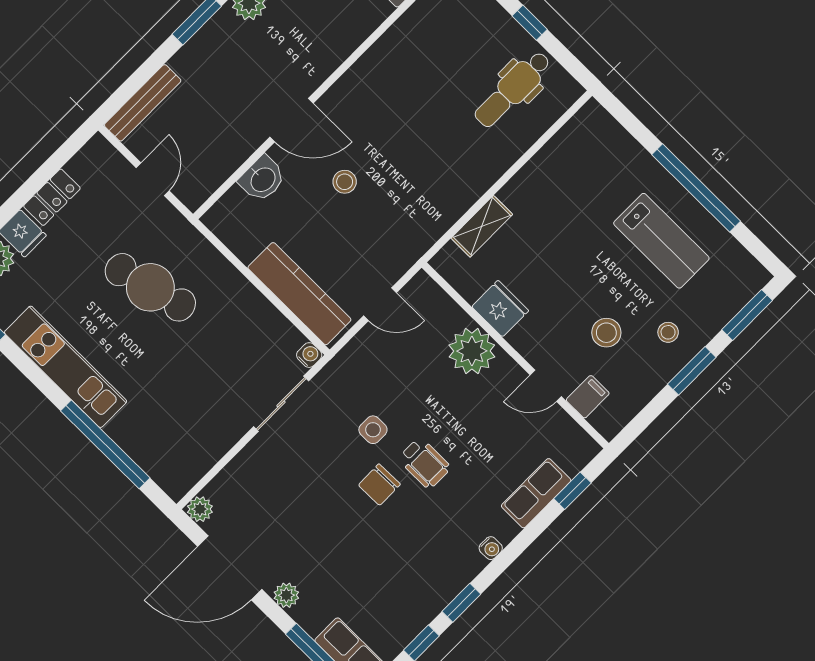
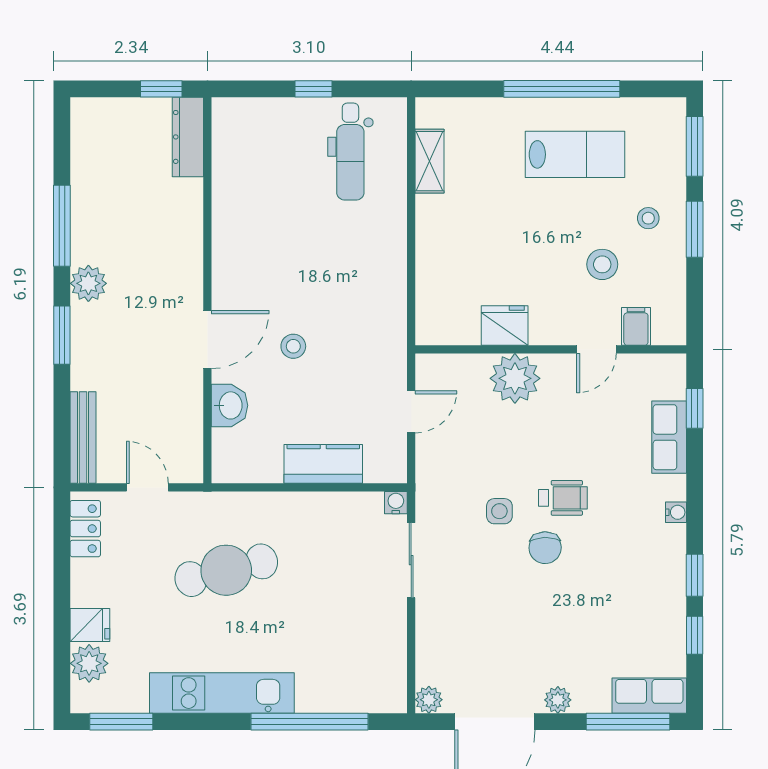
locker: (52, 197) -> (85, 529), moved
shelving: (482, 226) -> (429, 161), moved
kitchen counter: (299, 294) -> (323, 464), width x0.67

